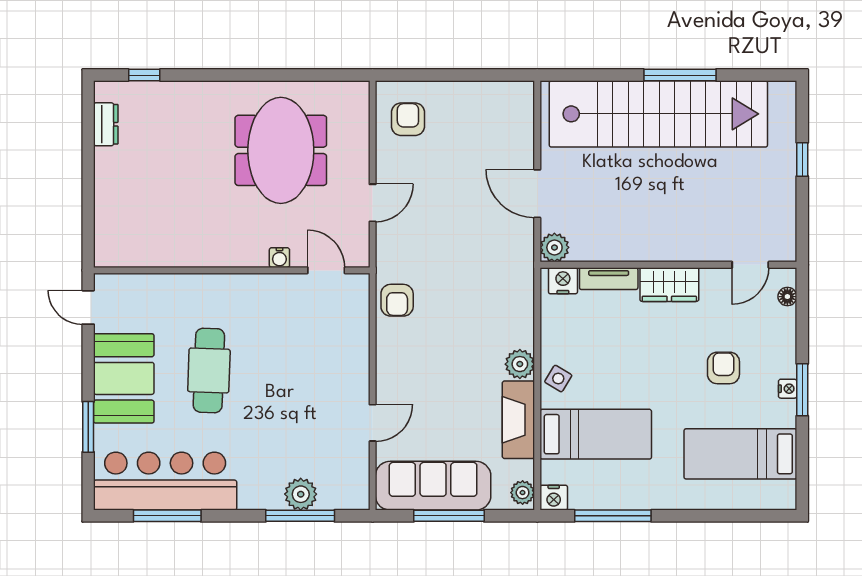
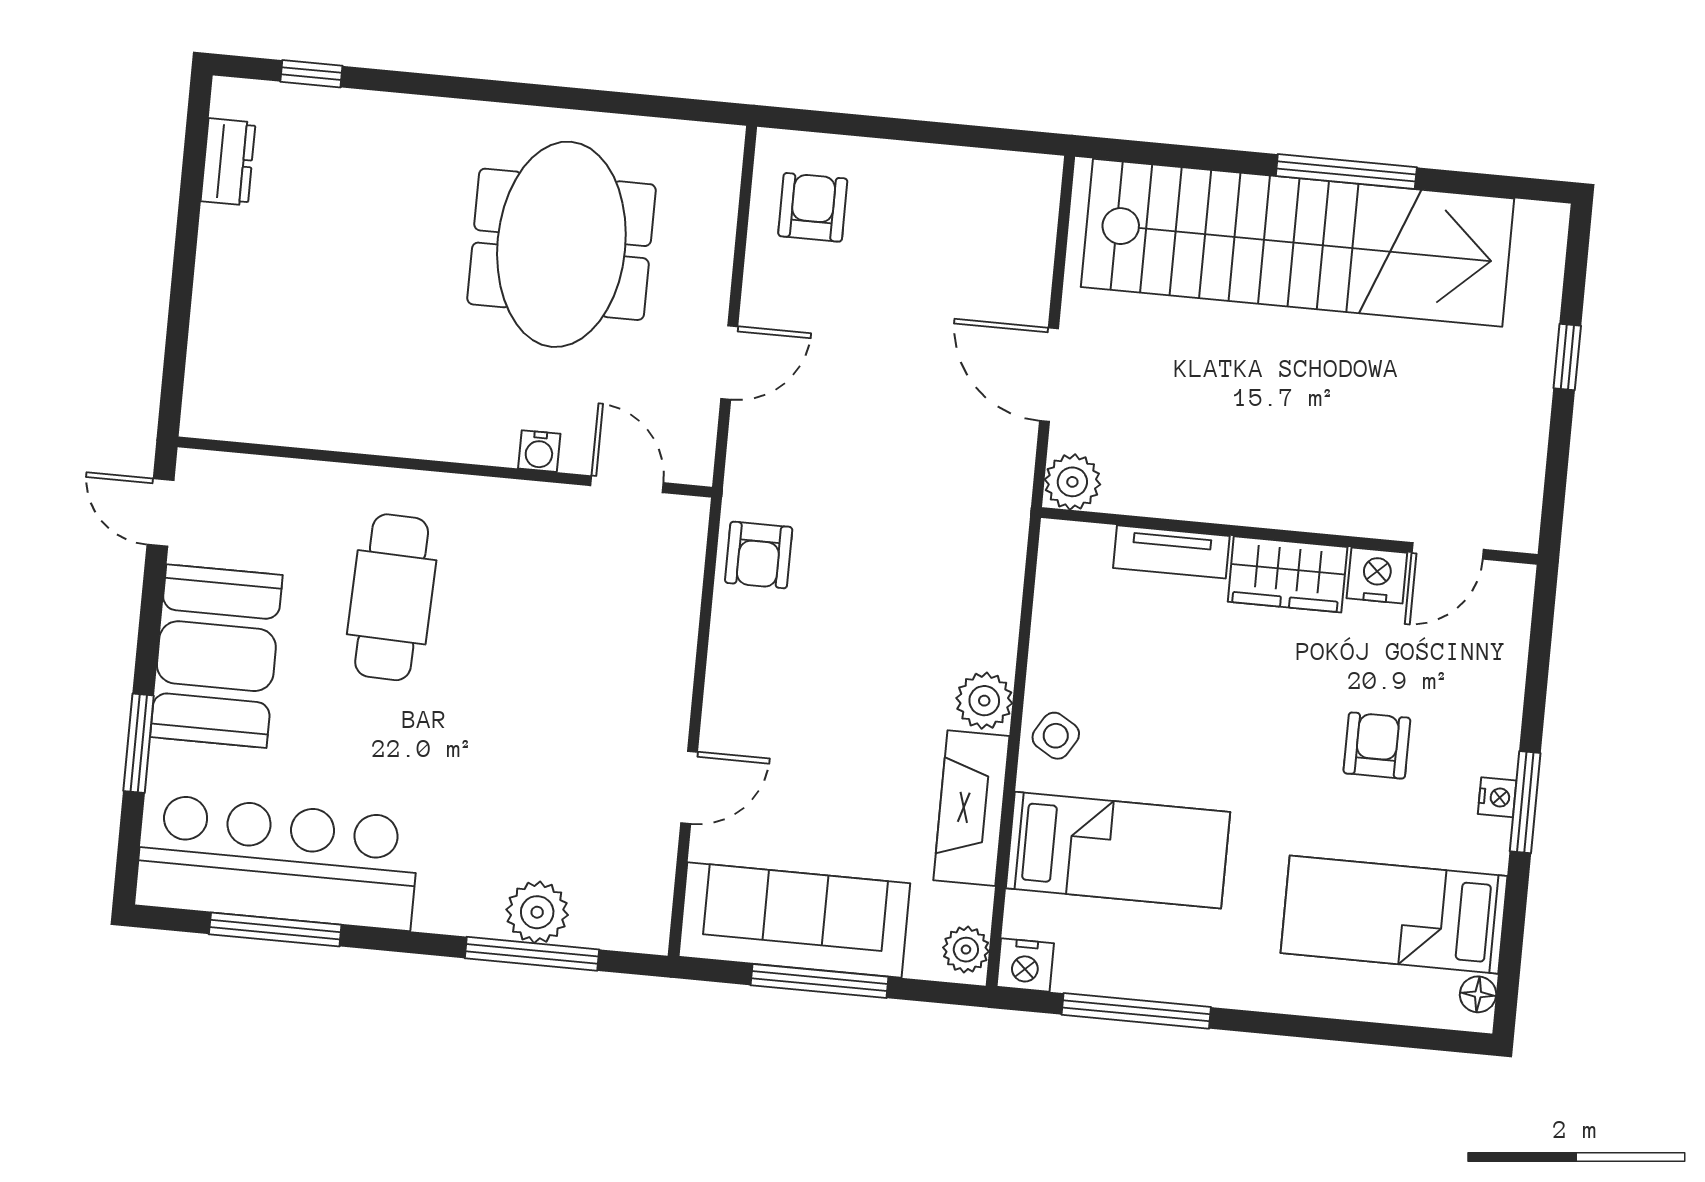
nightstand: (563, 281) -> (1377, 575), moved
floor lamp: (787, 297) -> (1478, 994), moved
cafe table: (209, 370) -> (392, 597), moved

